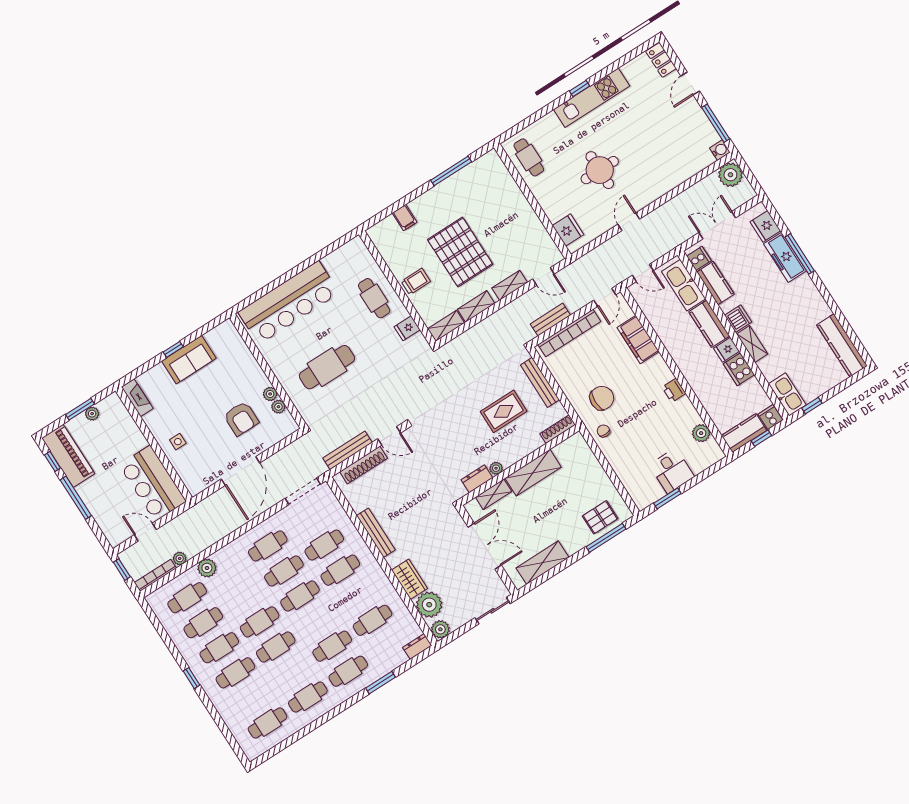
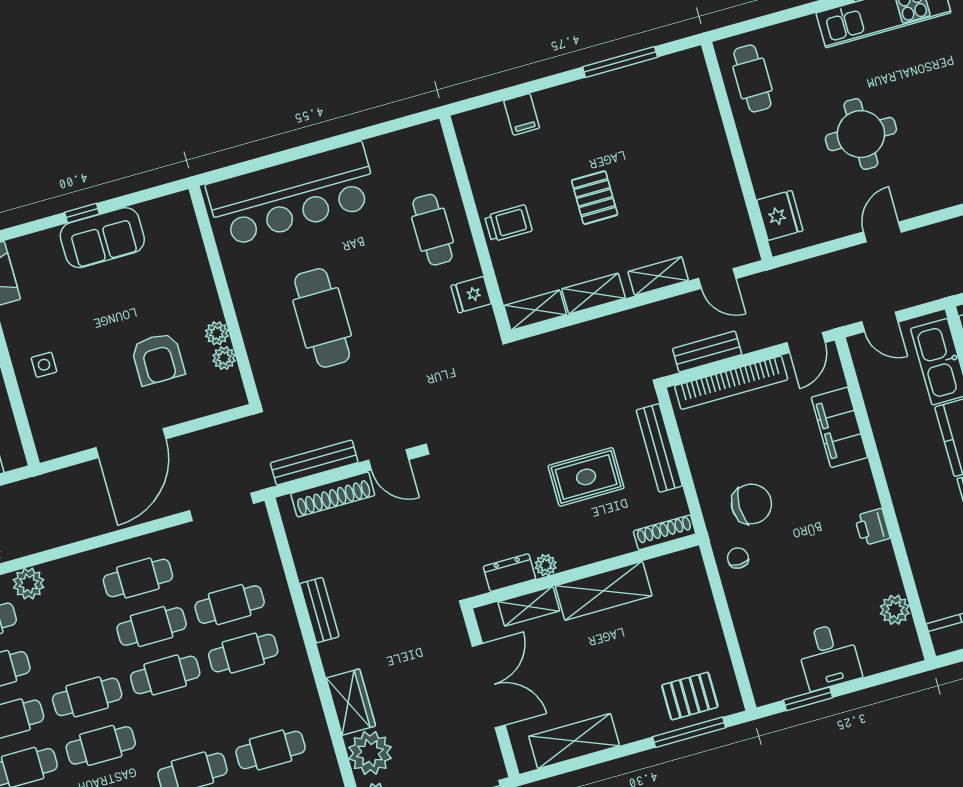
pallet: (460, 252) -> (595, 198), width x0.49, depth x0.50
cafe table: (327, 367) -> (322, 318), turned 90
bench: (376, 533) -> (319, 610), width x0.73

